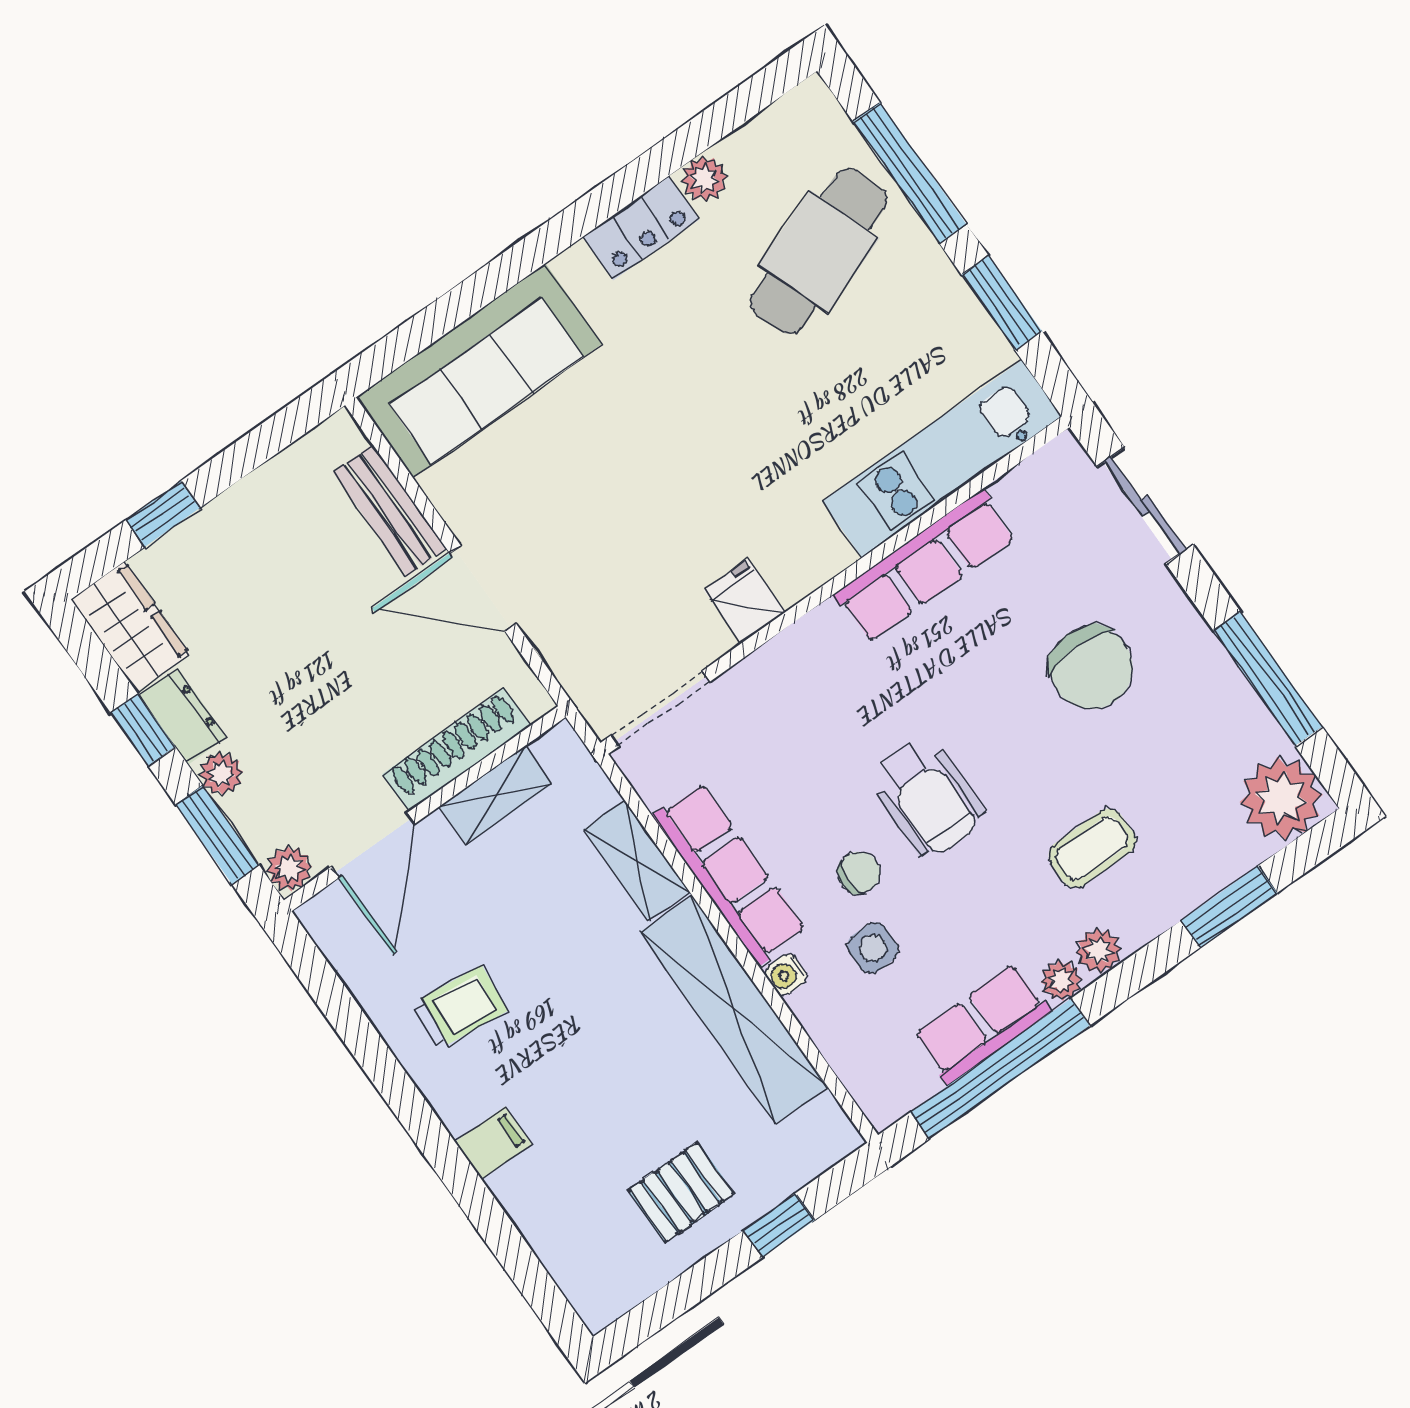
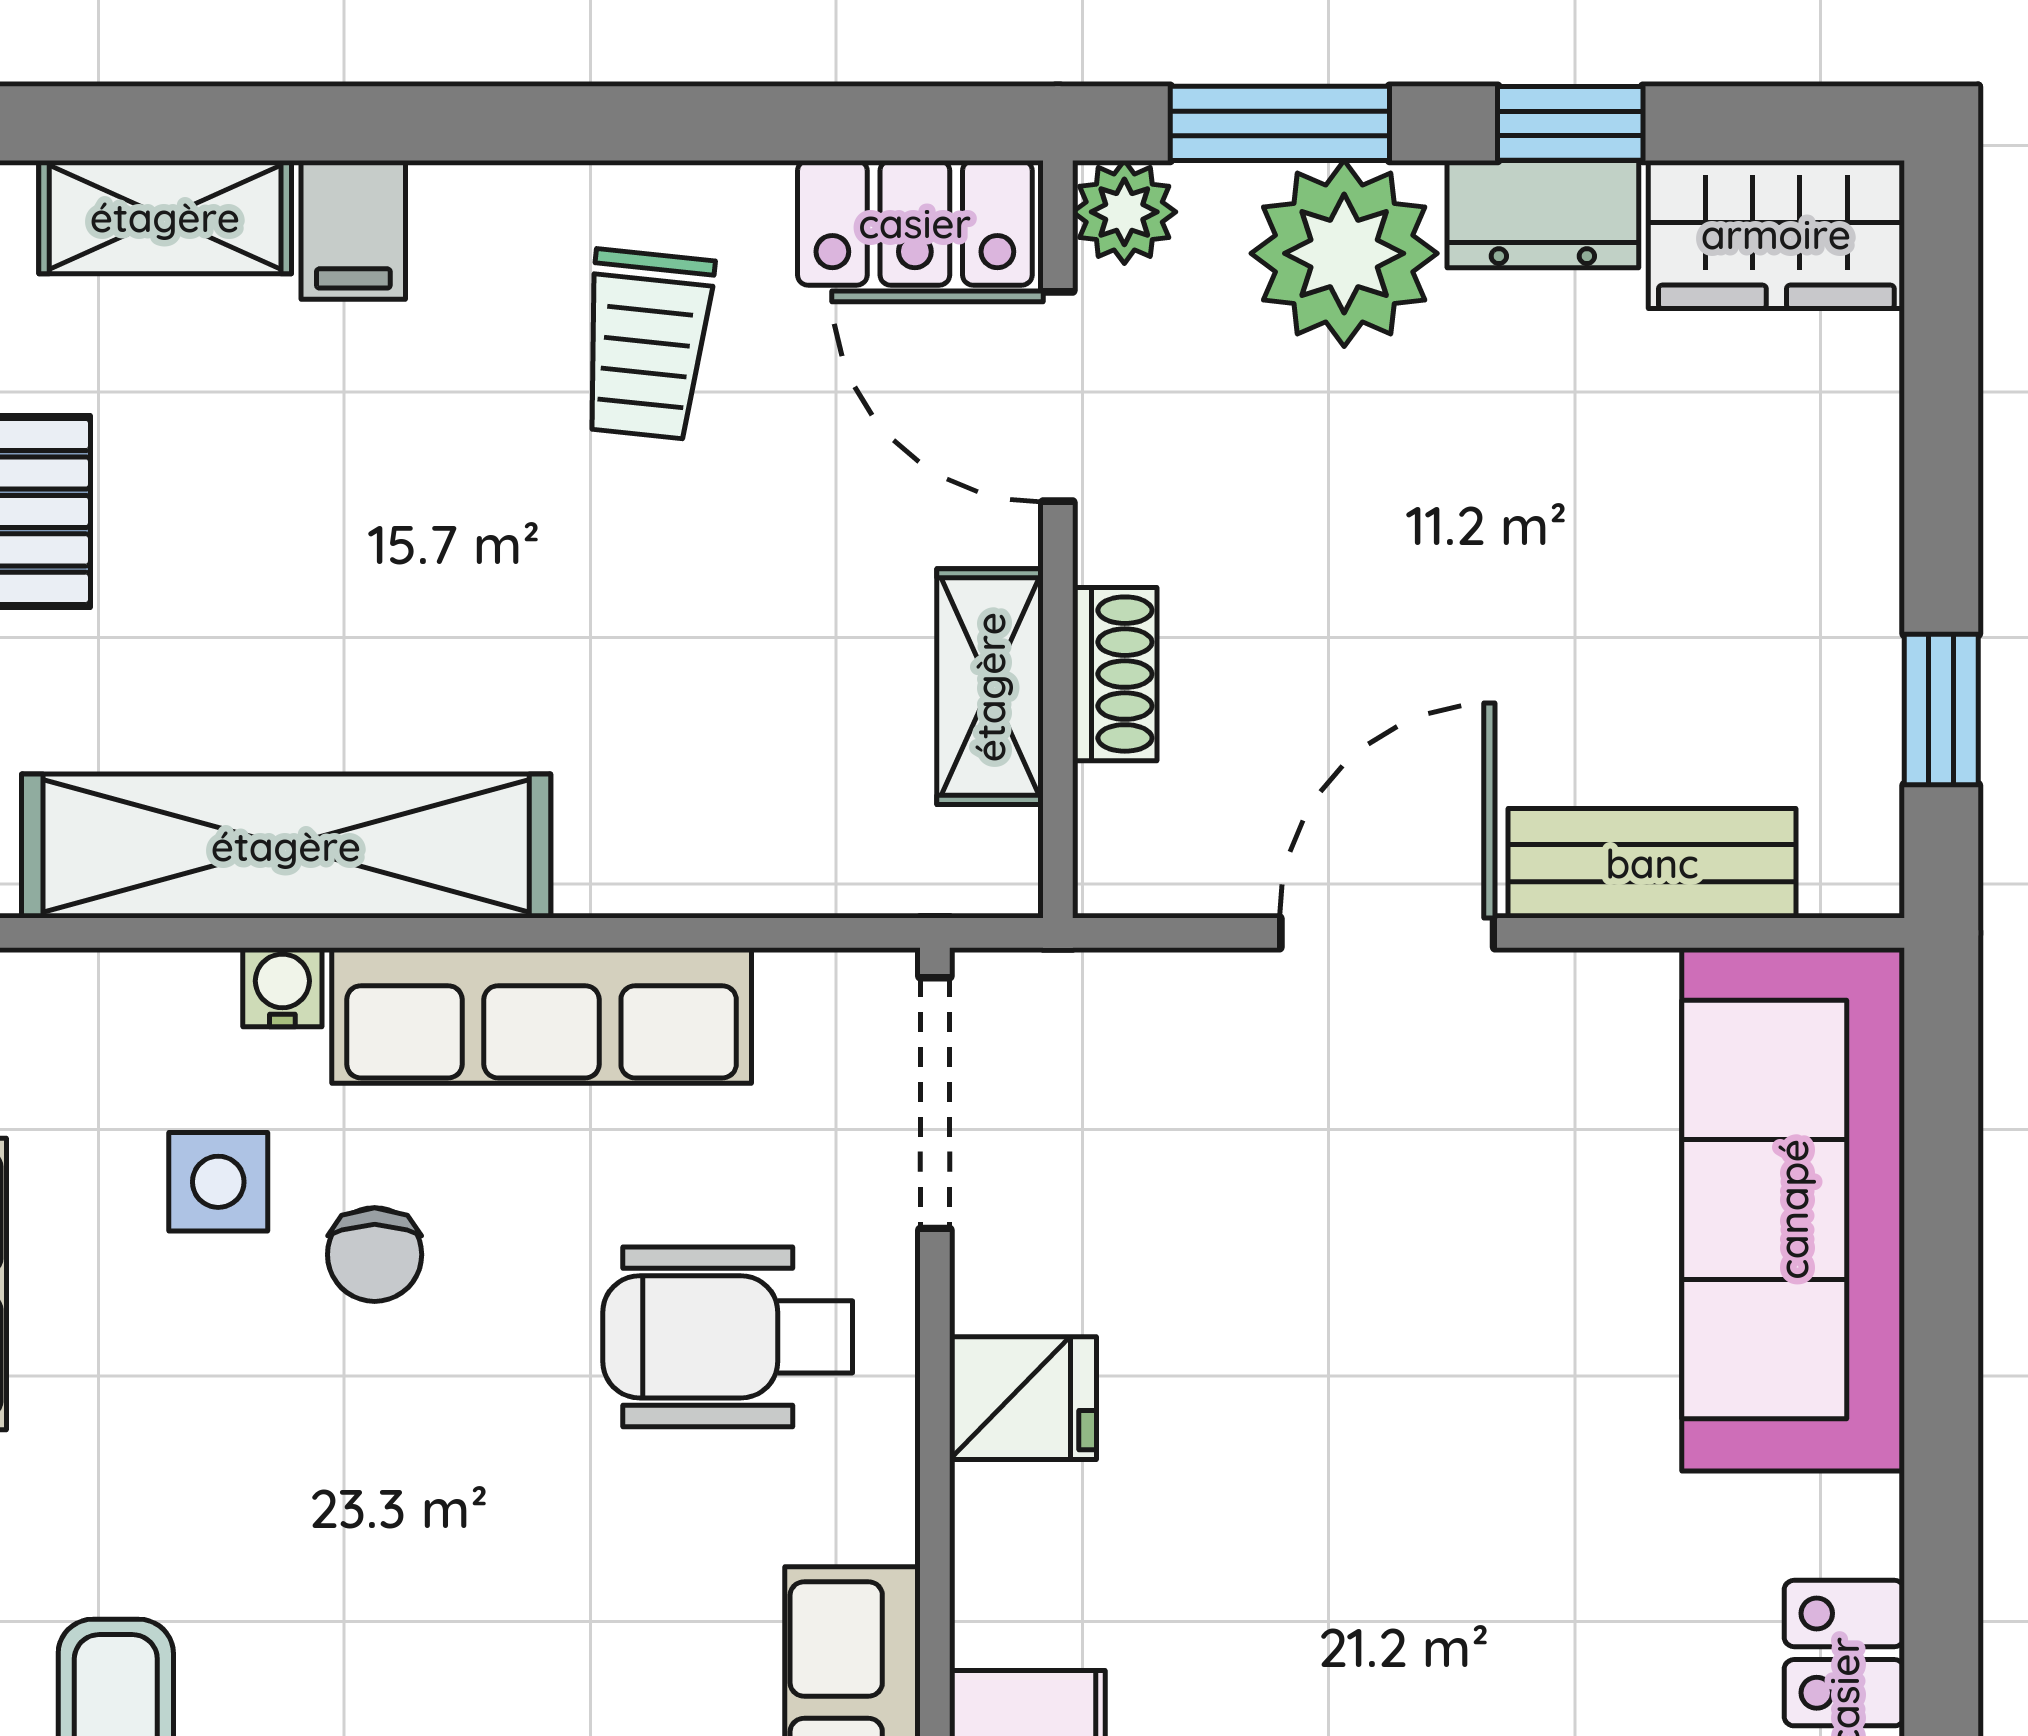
window: (163, 514) -> (1941, 709), moved
shoe rack: (457, 750) -> (1115, 674), width x0.51, depth x0.81
plant: (221, 774) -> (1344, 253), width x1.88, depth x1.88
wheelchair: (926, 797) -> (728, 1337), moved
shelving: (637, 860) -> (165, 217), moved
locker: (347, 941) -> (915, 223), added

